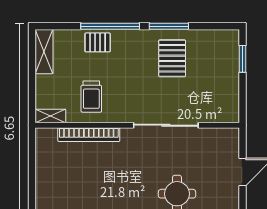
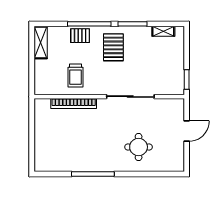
pallet: (172, 58) -> (113, 47), moved
window: (242, 59) -> (187, 79), moved
shelving: (50, 116) -> (163, 31), moved

